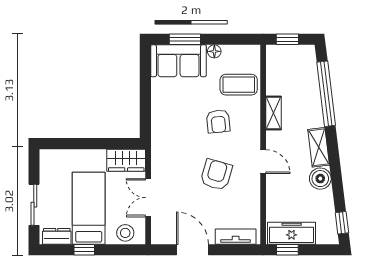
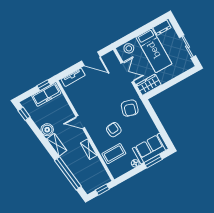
armchair: (216, 175) -> (130, 108), moved
sliding door: (34, 205) -> (188, 47), moved
window: (84, 250) -> (145, 29), removed

